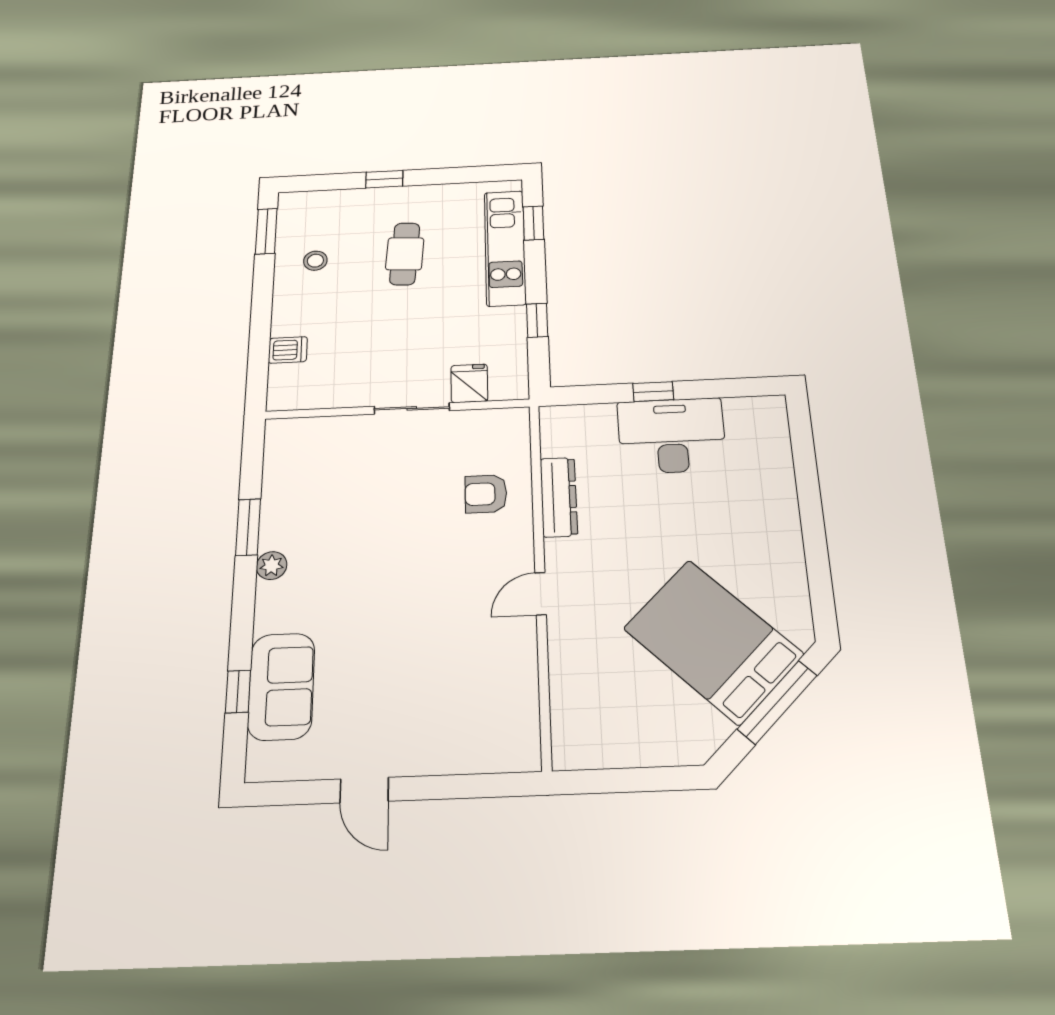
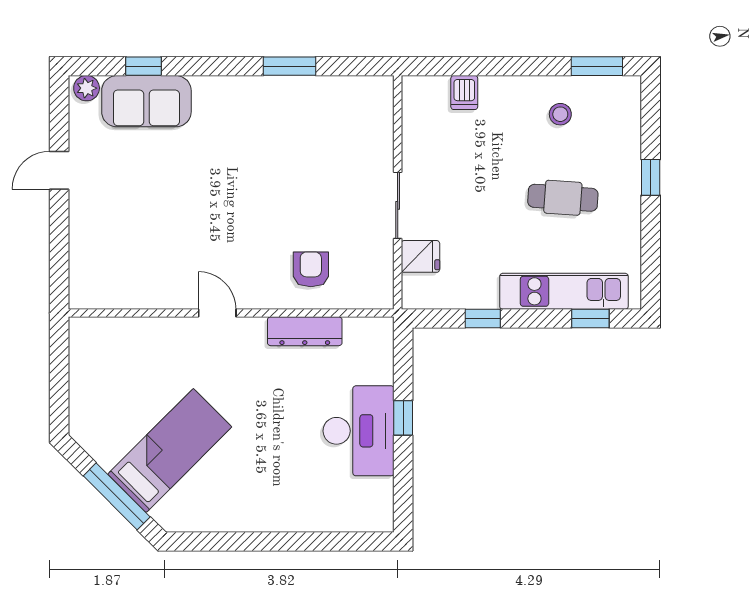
plant: (272, 566) -> (87, 88), moved
bed: (713, 641) -> (170, 451), width x0.67

